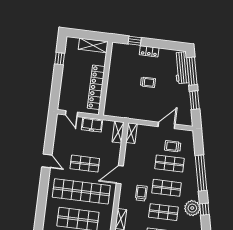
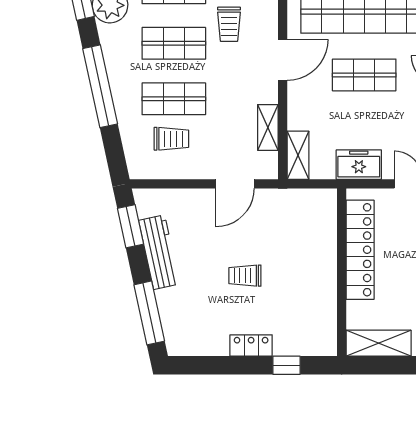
workbench: (182, 68) -> (159, 252), moved
window: (194, 100) -> (130, 226), moved
door: (166, 125) -> (235, 184), moved
shelving: (131, 133) -> (268, 127), moved

